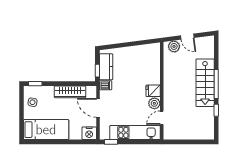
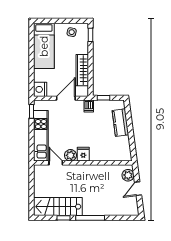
kitchen counter: (106, 67) -> (120, 123), moved, turned 83
stairs: (205, 83) -> (58, 207), moved

